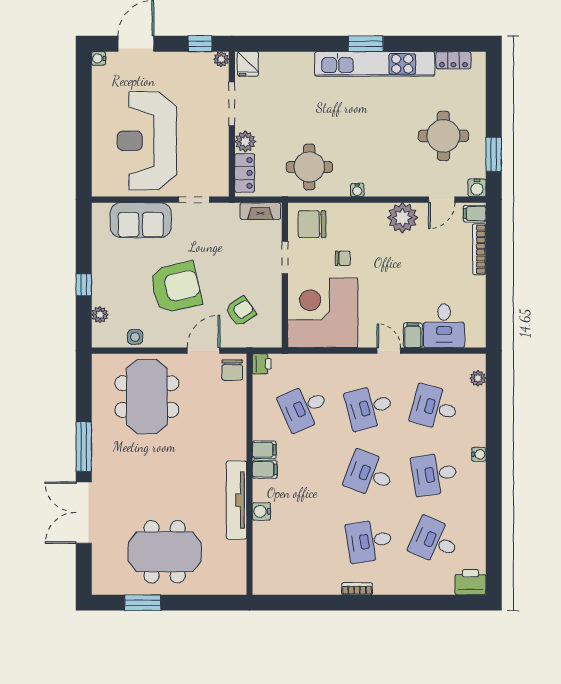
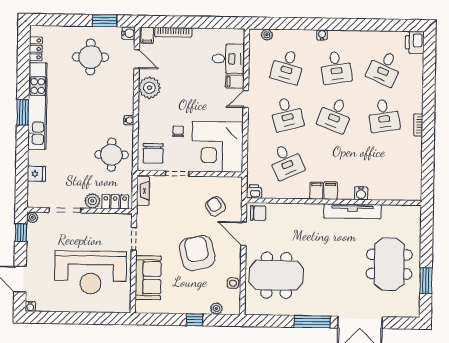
fridge: (248, 64) -> (36, 174), moved

